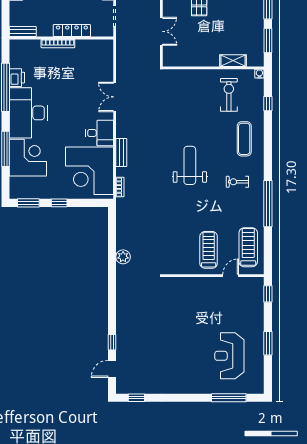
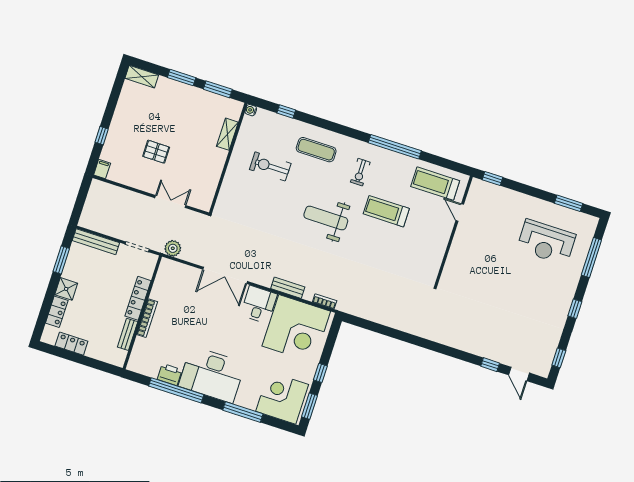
bench: (23, 32) -> (128, 334), moved
exercise bike: (229, 95) -> (270, 166), moved
double door: (115, 97) -> (225, 275), width x1.37
corner desk: (28, 158) -> (282, 398), moved
treadmill: (209, 250) -> (386, 211), moved
plant: (123, 257) -> (173, 248), moved
window: (268, 343) -> (569, 203), moved
window: (182, 398) -> (575, 309), added

